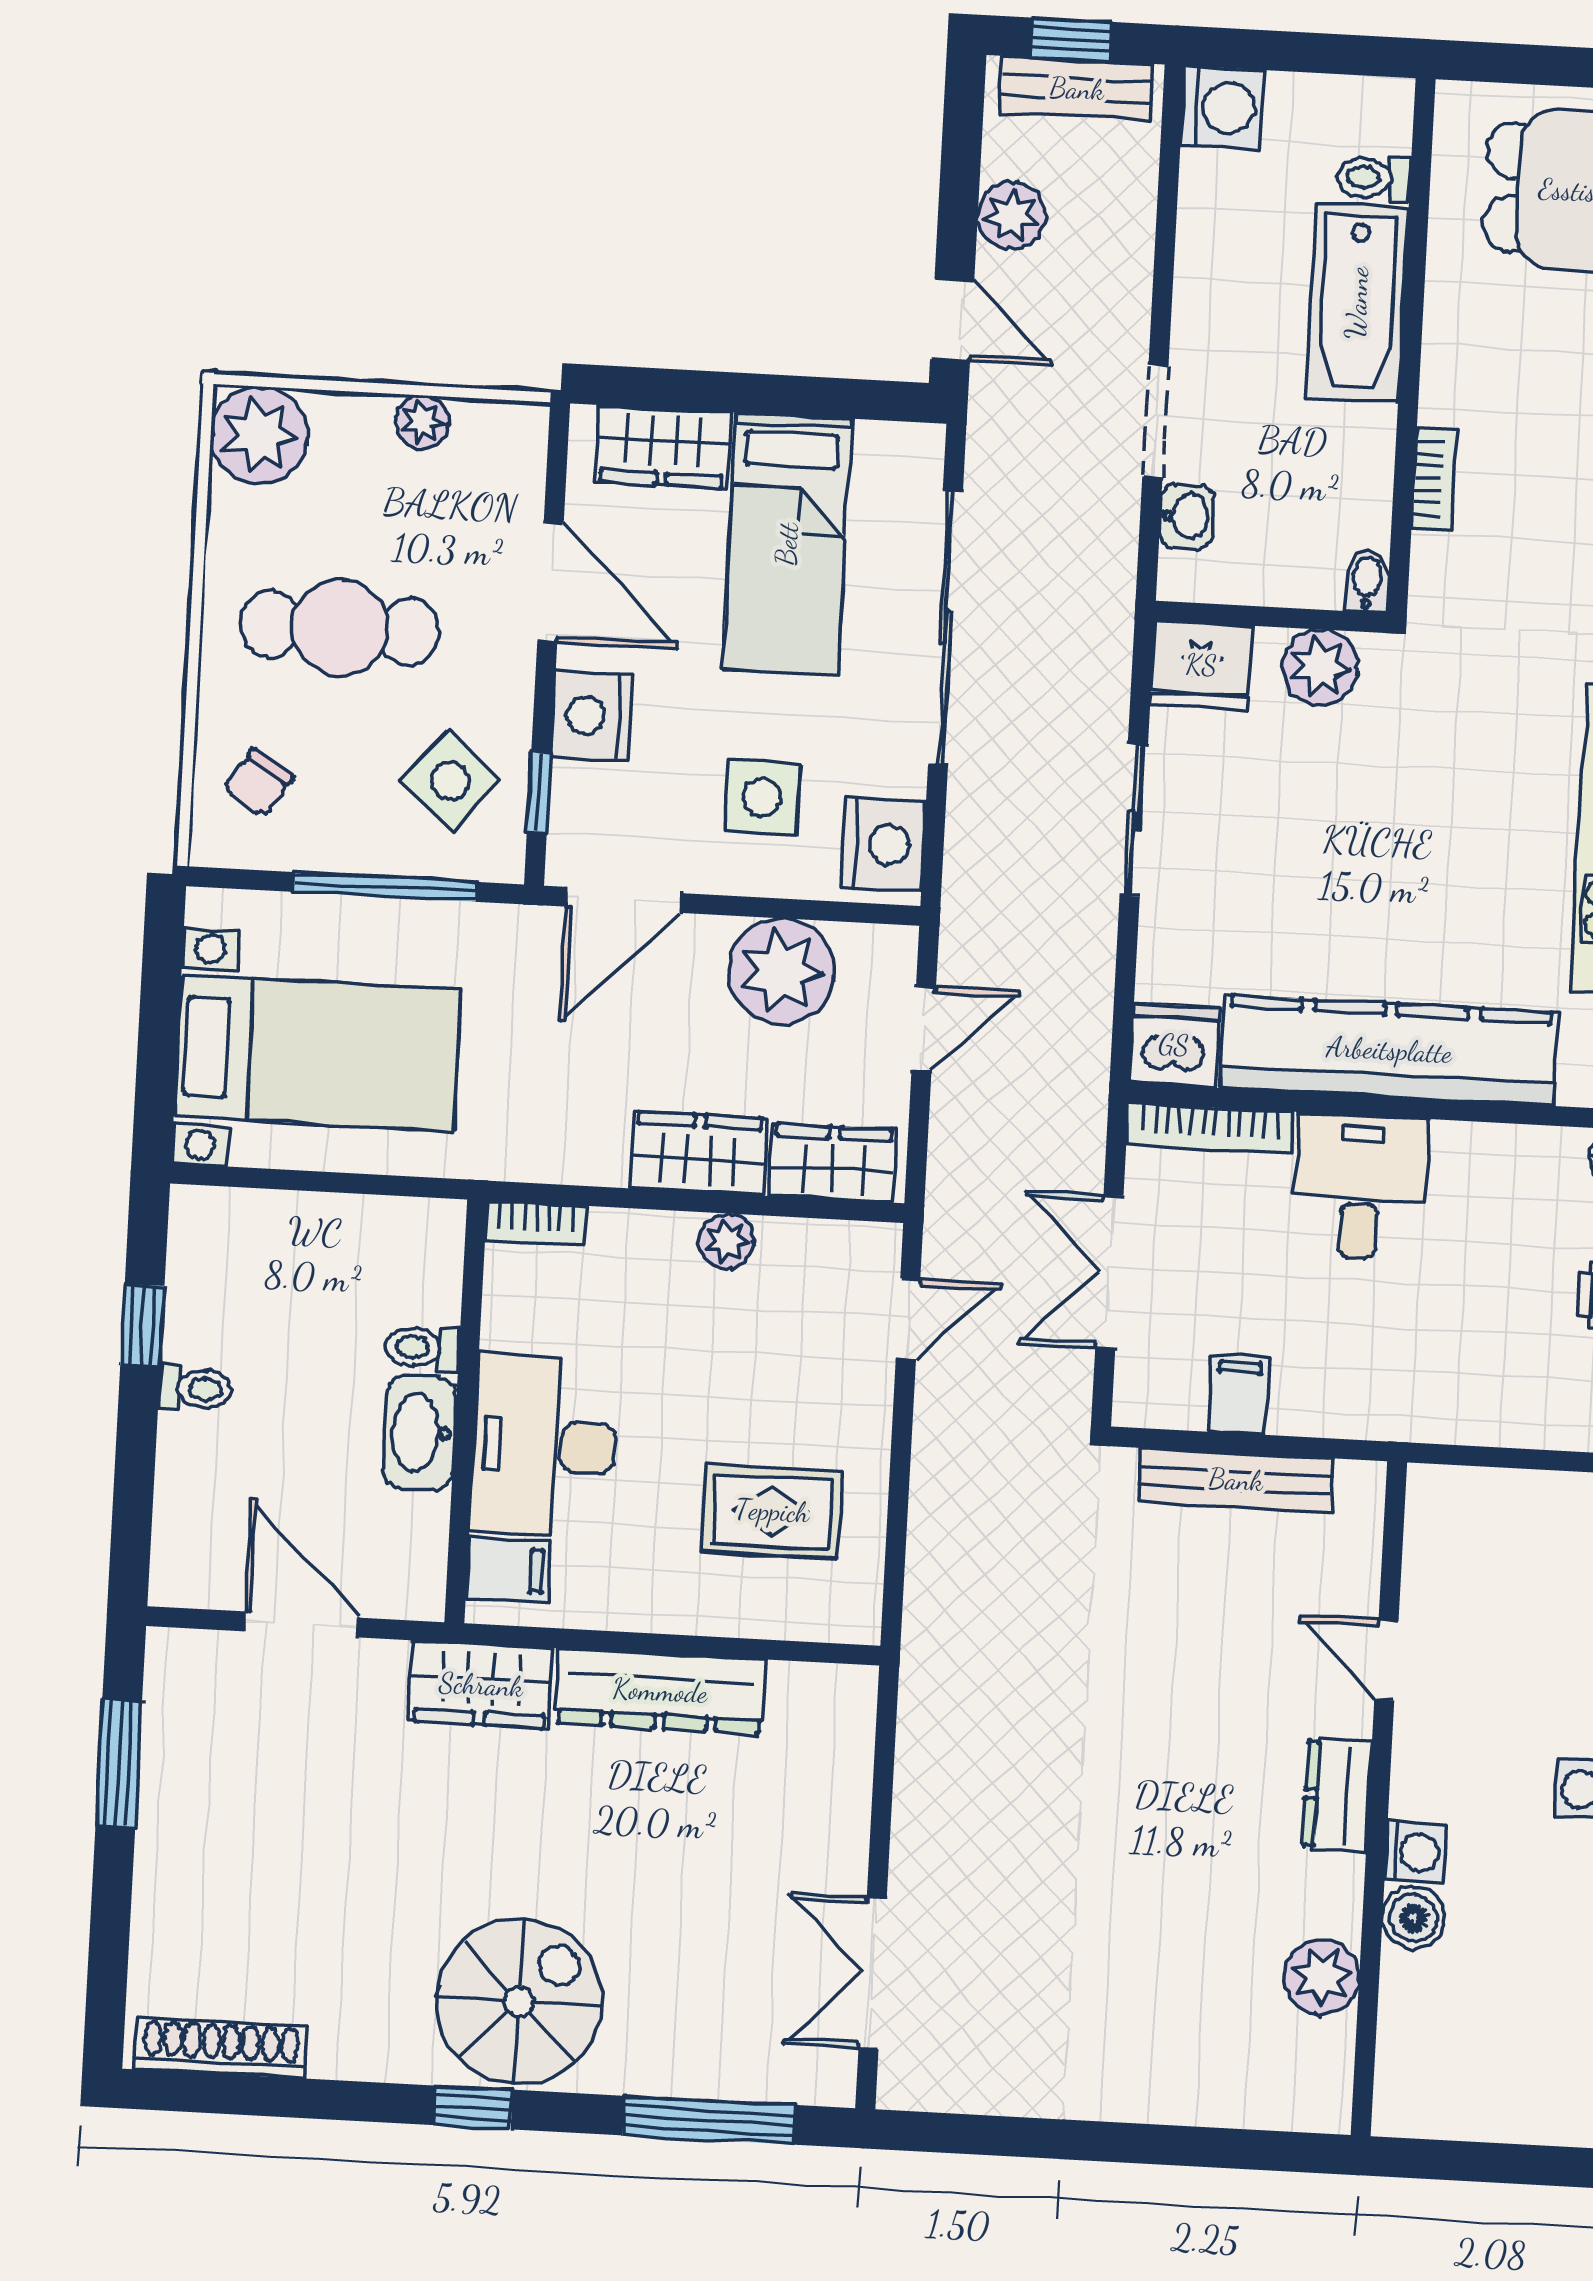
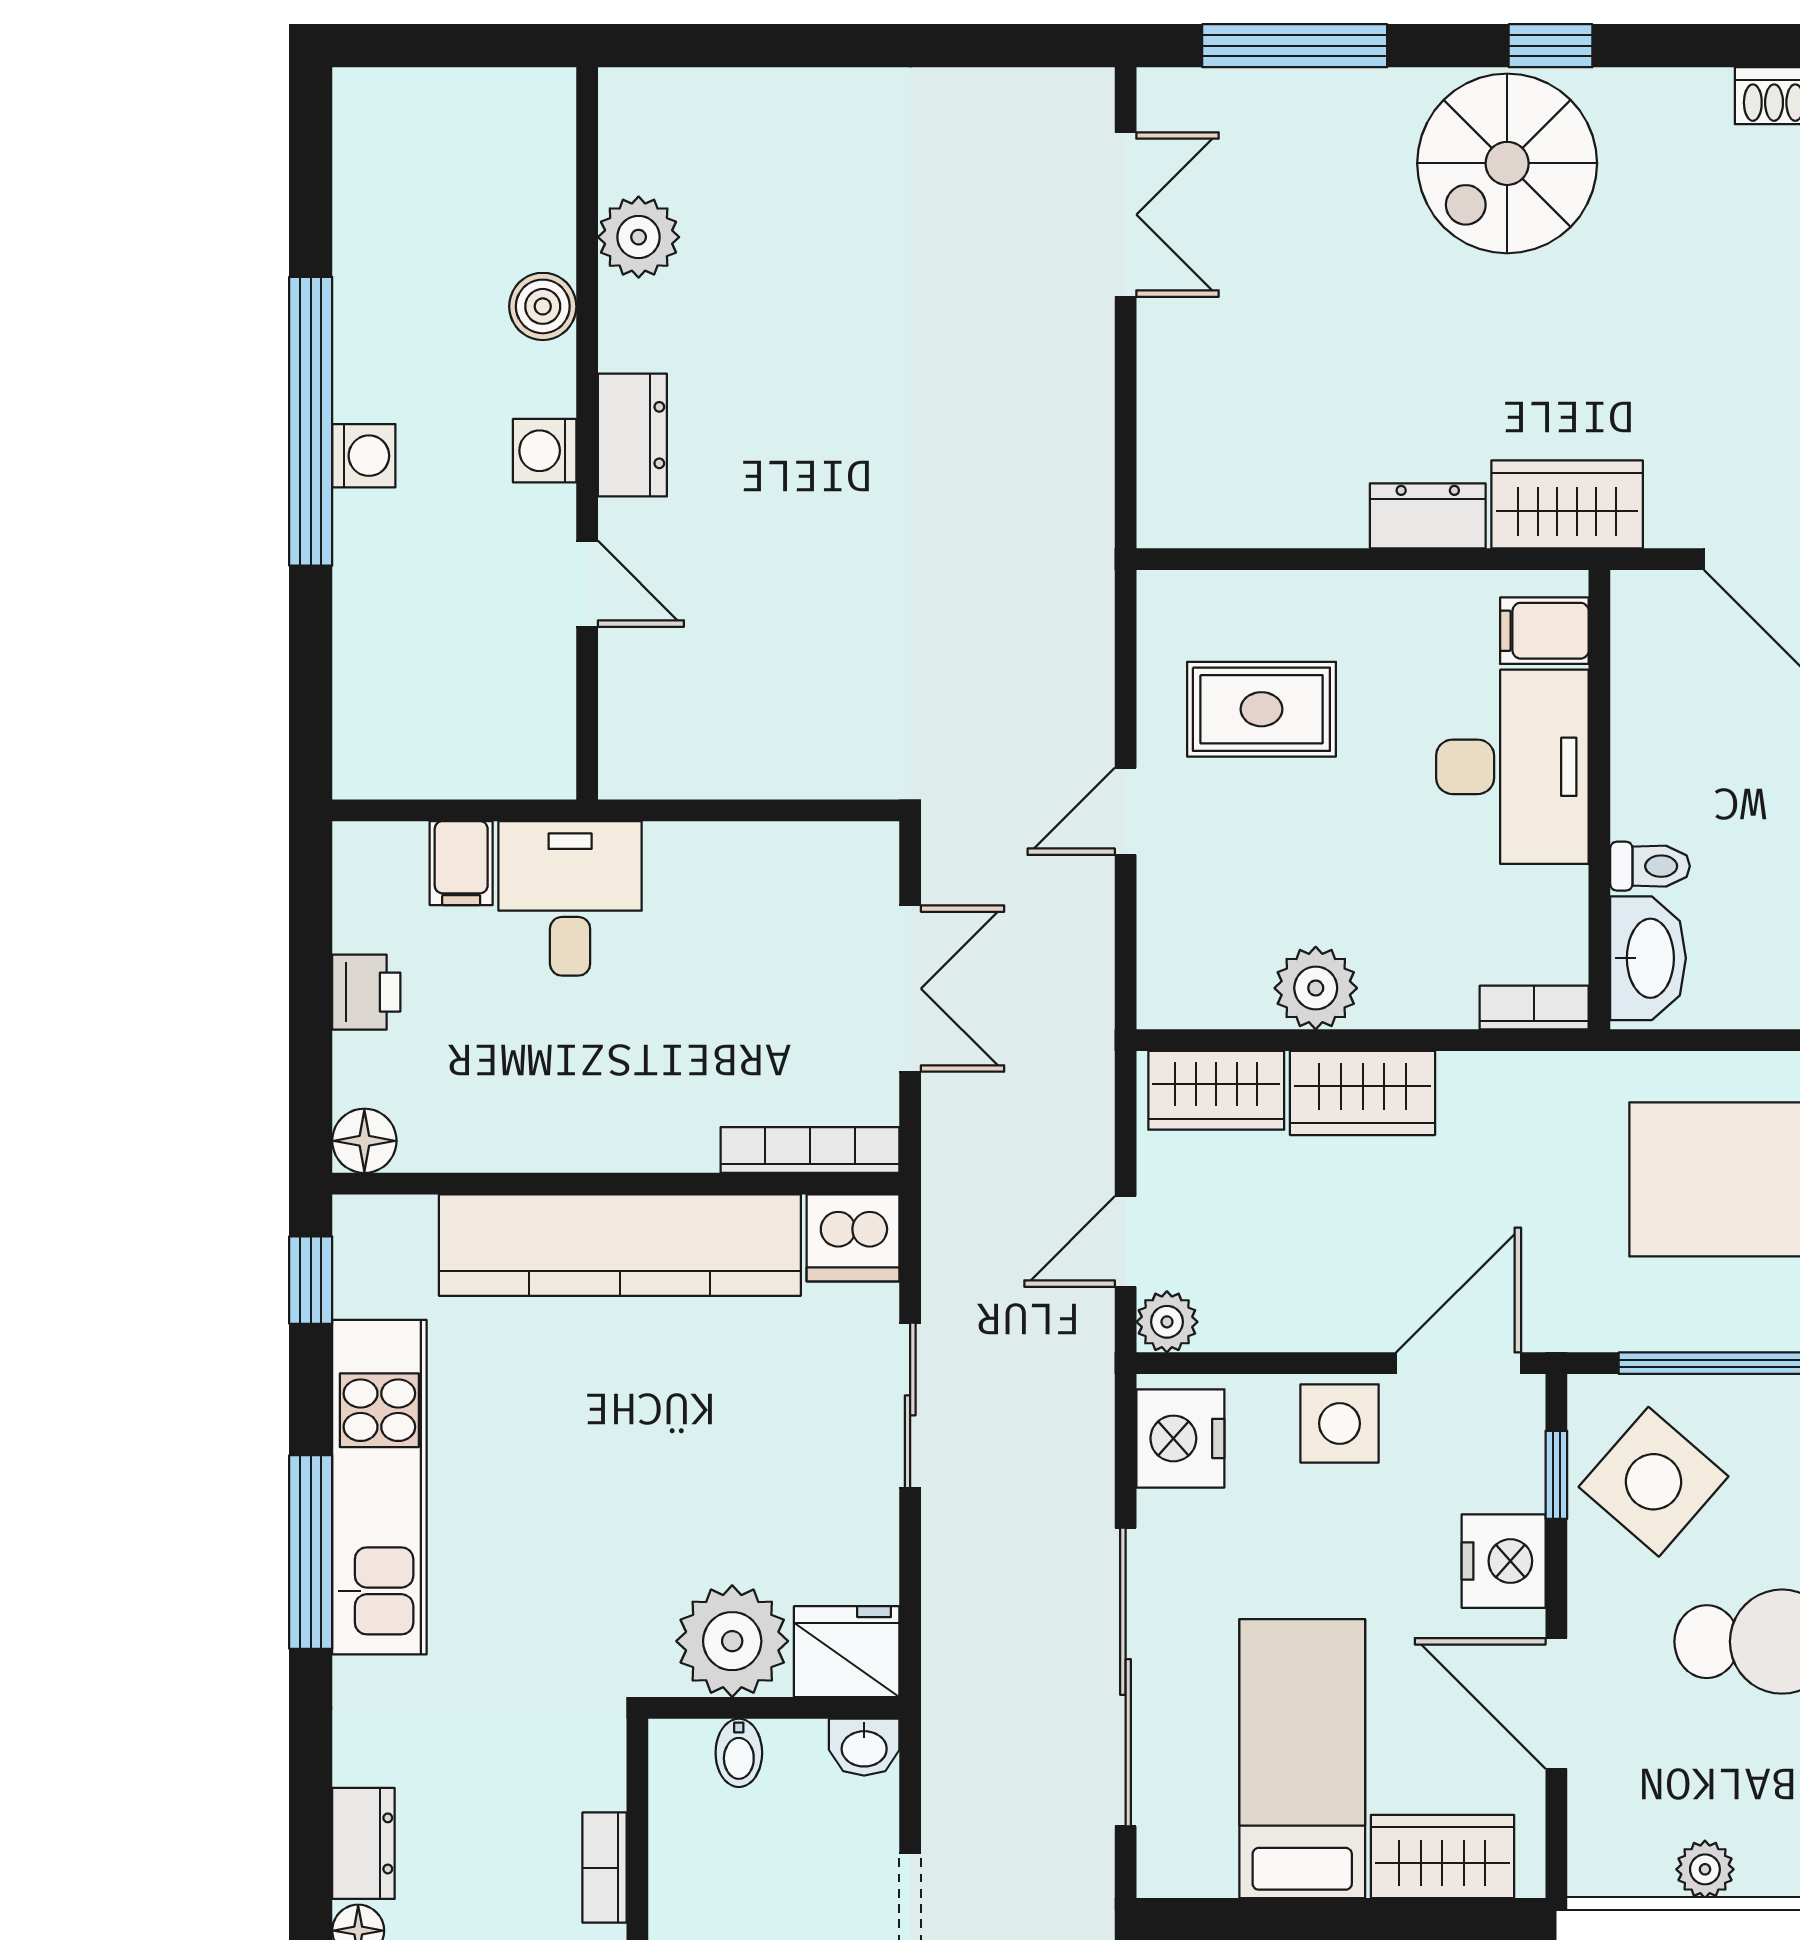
washbasin: (1186, 516) -> (864, 1747), moved, turned -90
bidet: (1367, 581) -> (739, 1753), moved
plant: (1320, 667) -> (732, 1641), width x1.36, depth x1.36
side table: (450, 781) -> (1654, 1482), width x1.37, depth x1.37
side table: (762, 797) -> (1340, 1423), moved
sliding door: (1134, 820) -> (910, 1405), moved
plant: (781, 971) -> (1167, 1322), moved, width x0.53, depth x0.53
desk: (1360, 1187) -> (570, 898), moved, turned 180
plant: (726, 1241) -> (1316, 988), width x1.38, depth x1.38
door: (908, 1319) -> (1126, 811), moved
filing cabinet: (1239, 1395) -> (461, 863), moved
washbasin: (420, 1432) -> (1648, 958), moved
bench: (1236, 1480) -> (761, 770), removed
dresser: (660, 1691) -> (1428, 516), width x0.51, depth x0.80
washing machine: (1415, 1852) -> (545, 451), moved

